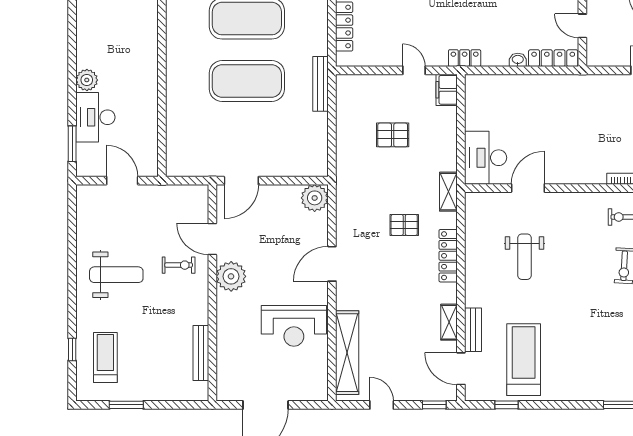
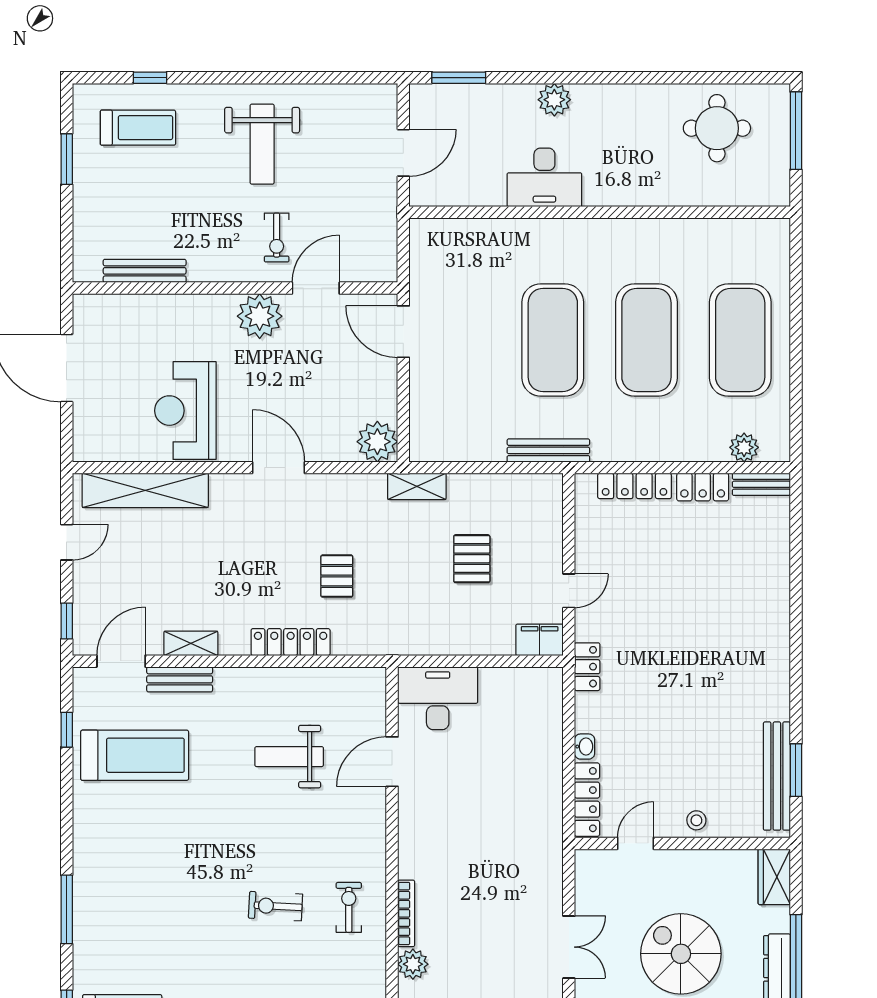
desk: (95, 117) -> (544, 177), moved, turned 180
door: (528, 188) -> (392, 762), swing flipped
shelving: (448, 192) -> (417, 486), moved

